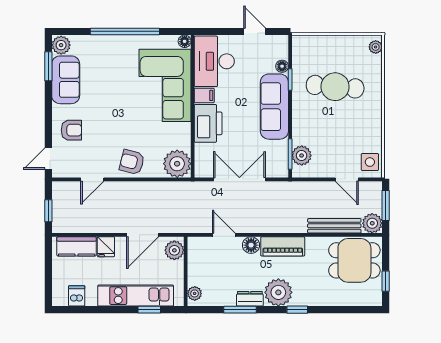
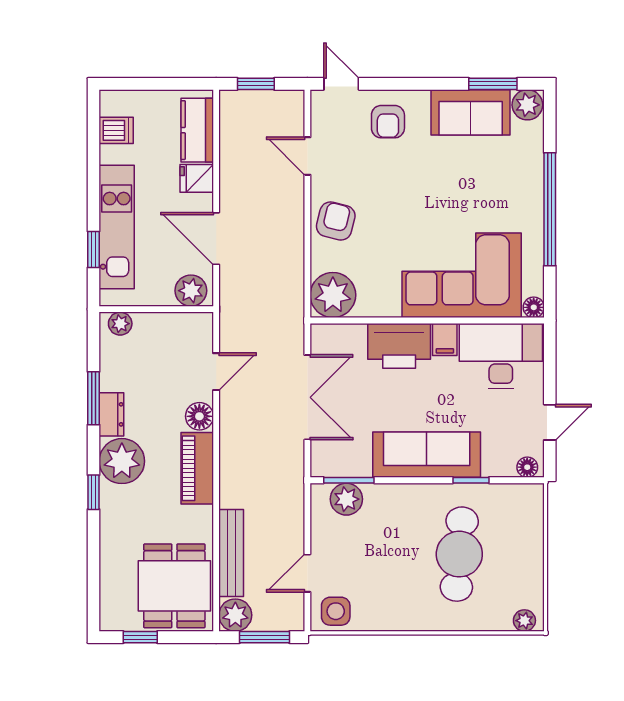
floor lamp: (282, 66) -> (527, 467), moved

